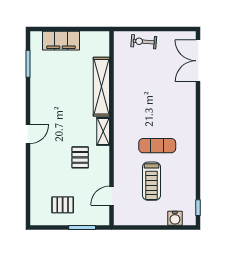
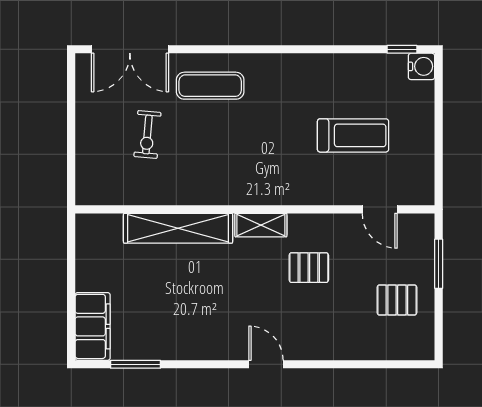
filing cabinet: (61, 41) -> (93, 326), moved
exercise bike: (144, 42) -> (147, 135), moved
exercise mat: (157, 146) -> (210, 86), moved, turned 90
pallet: (63, 205) -> (397, 300), turned 90
water cooler: (175, 218) -> (422, 66), moved

